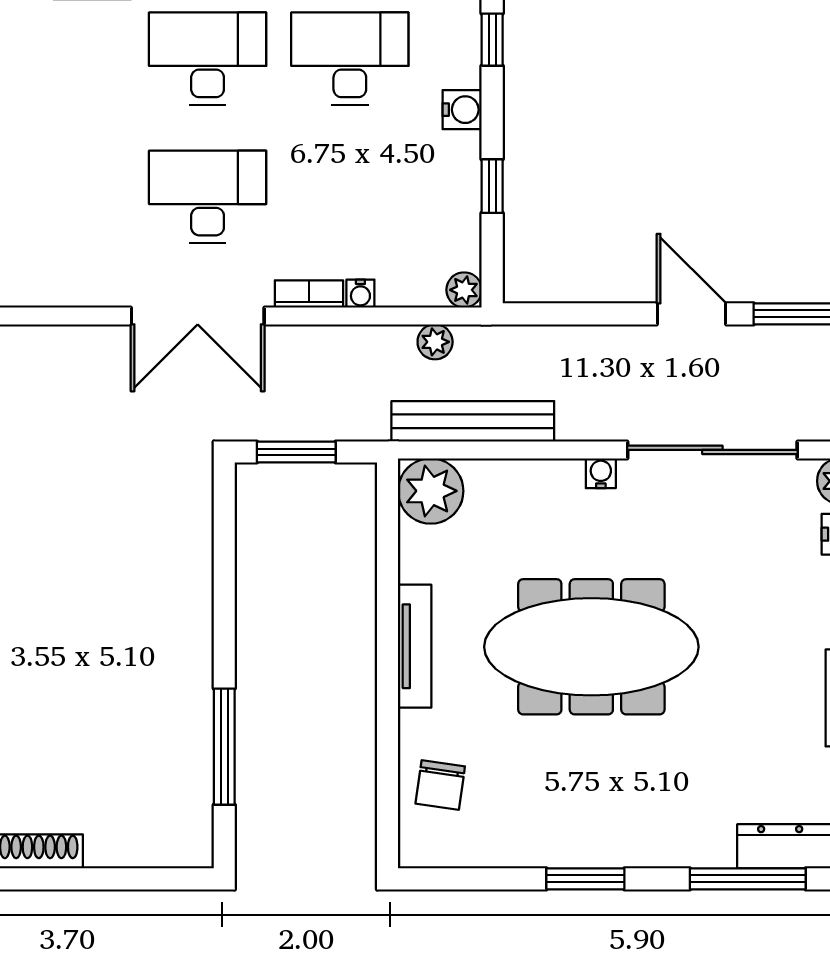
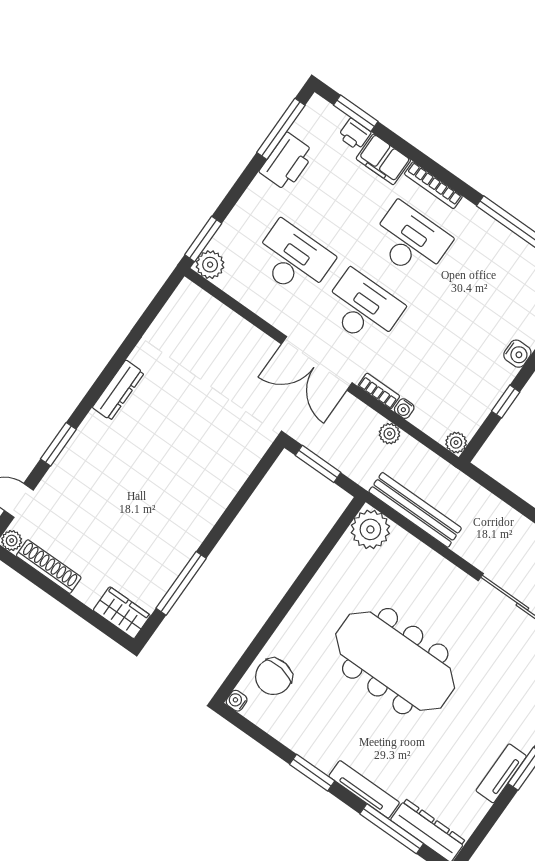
desk: (350, 59) -> (293, 259), moved
plant: (435, 342) -> (389, 434), moved
water cooler: (601, 473) -> (237, 701), moved, turned -90
tv unit: (415, 646) -> (364, 789), moved, turned -90
chair: (440, 785) -> (274, 677), width x1.37, depth x1.37
wardrobe: (172, 844) -> (122, 613), added

